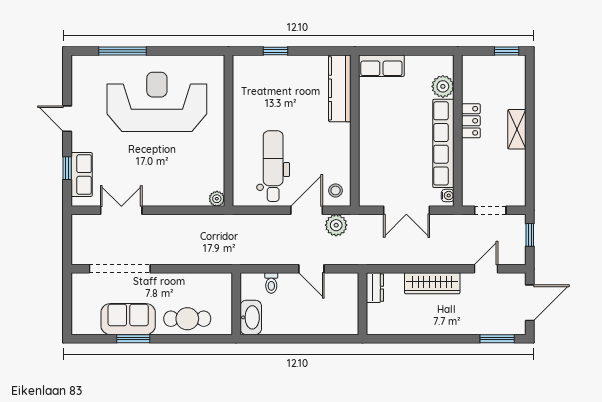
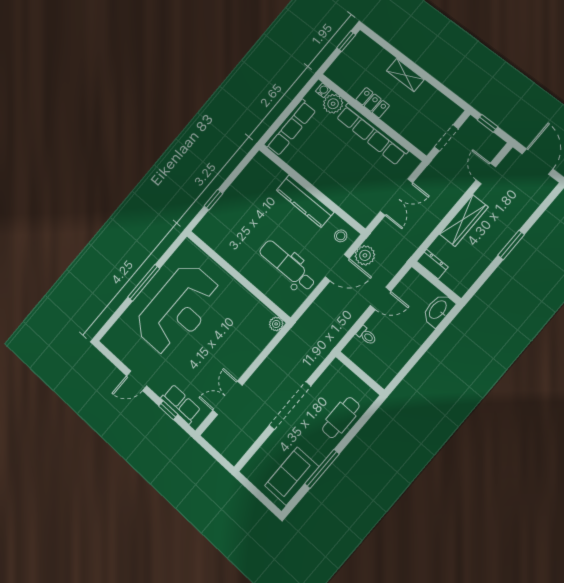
window: (123, 51) -> (144, 283), moved
row of seats: (381, 66) -> (290, 128), width x1.48
kitchen counter: (340, 88) -> (305, 201), moved
reception desk: (157, 102) -> (178, 309), turned 180
water cooler: (448, 196) -> (323, 90), moved
door: (307, 210) -> (337, 268), swing flipped
doorway: (120, 269) -> (290, 406), moved
washbasin: (251, 317) -> (438, 310), moved, turned -90
sofa: (128, 319) -> (292, 476), moved
window: (133, 339) -> (322, 469), width x1.44
window: (497, 339) -> (511, 245), moved

